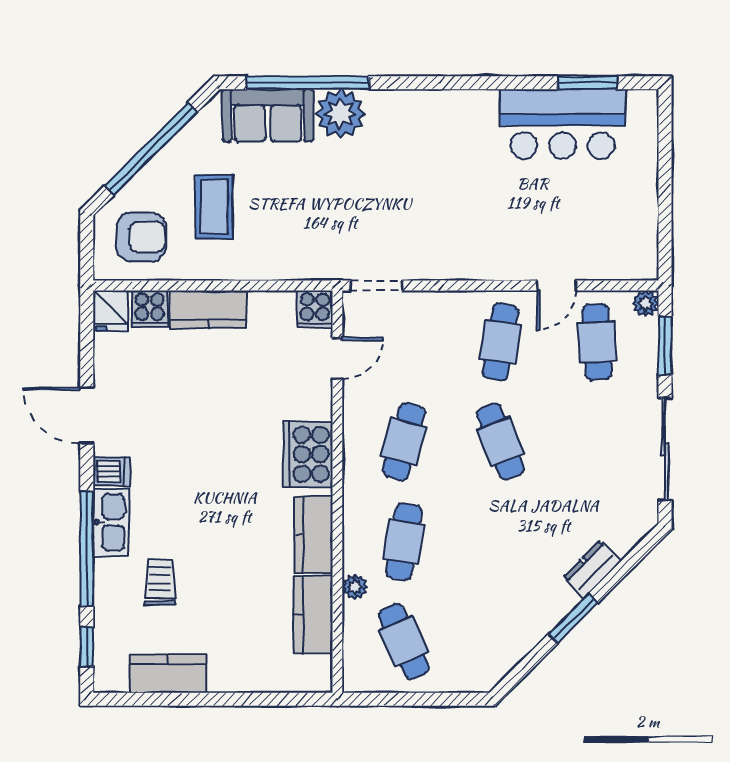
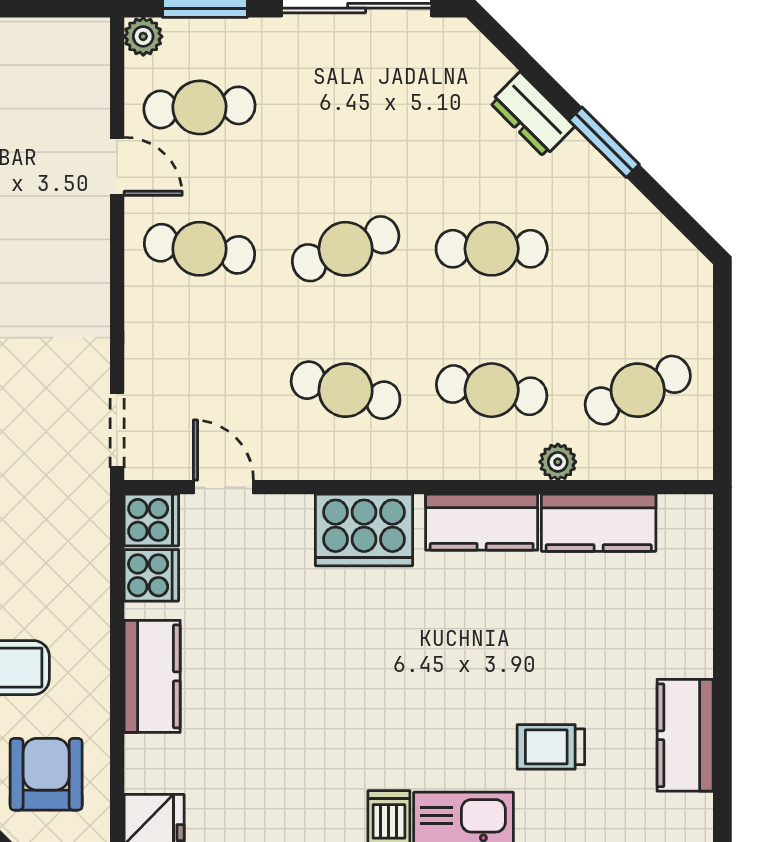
cooker: (150, 309) -> (151, 575), moved
cafe table: (500, 541) -> (492, 249), added

